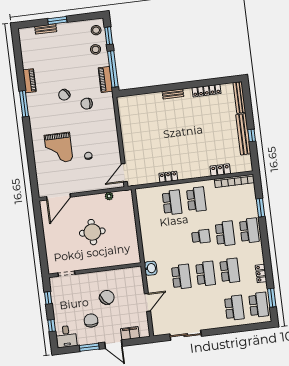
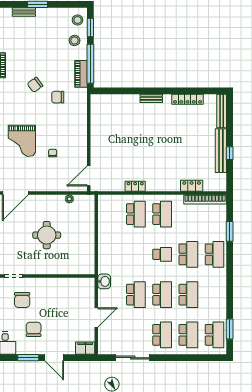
locker: (261, 273) -> (221, 302), removed
chair: (107, 297) -> (22, 300), moved, turned 128
school desk: (210, 311) -> (162, 335), added
filing cabinet: (130, 333) -> (85, 348), moved

